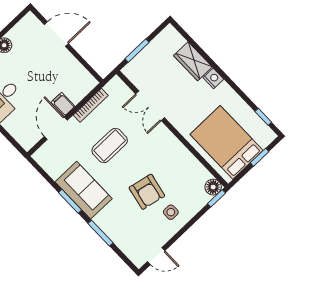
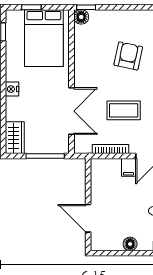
window: (137, 51) -> (45, 156), width x1.44
wardrobe: (193, 61) -> (15, 138), moved
double door: (150, 106) -> (72, 111), width x1.37
side table: (171, 212) -> (125, 27), removed

